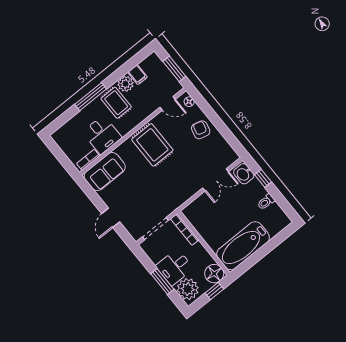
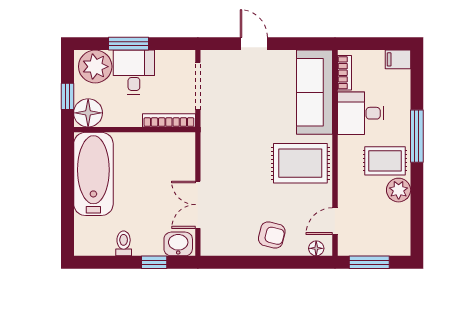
filing cabinet: (138, 75) -> (398, 59), moved
sofa: (105, 172) -> (314, 92), width x1.36

